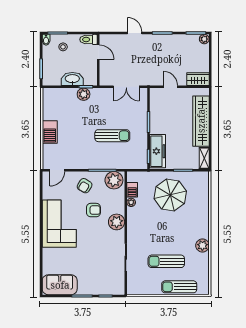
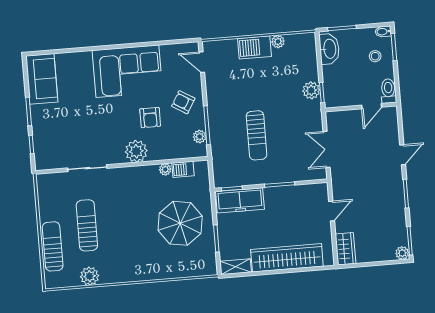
washbasin: (72, 79) -> (329, 49), moved
plant: (47, 115) -> (278, 41), added
plant: (114, 180) -> (200, 137), width x0.53, depth x0.53
plant: (202, 246) -> (90, 276), moved

